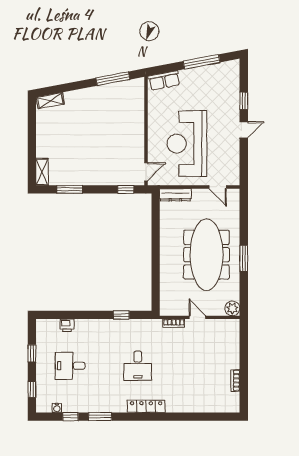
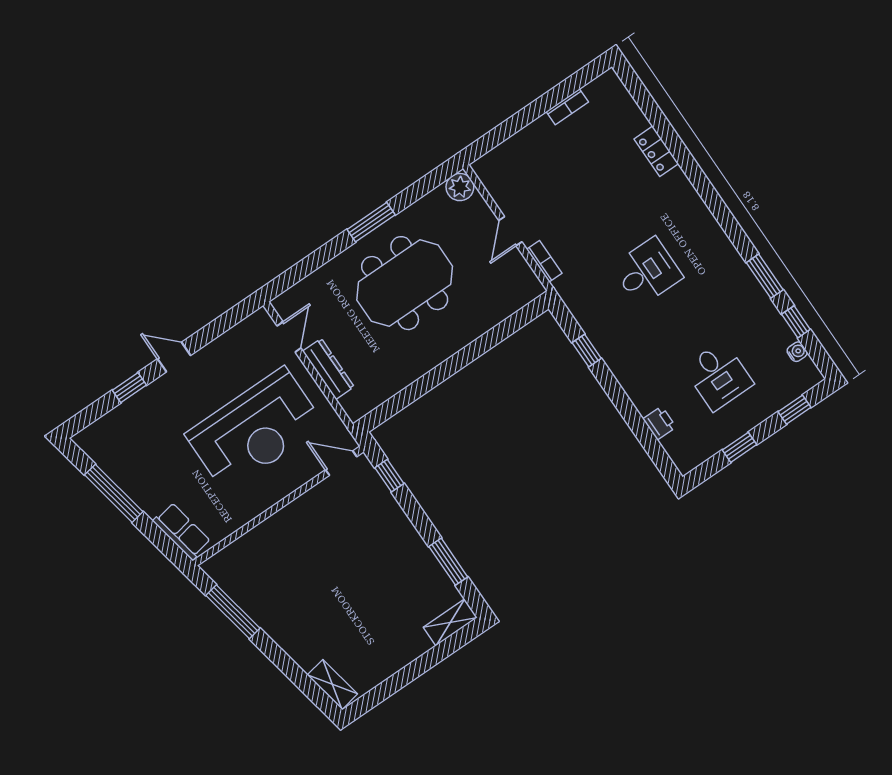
dresser: (175, 195) -> (328, 369), moved
meeting table: (207, 255) -> (405, 283), width x0.73
locker: (146, 406) -> (656, 151), moved, width x0.66

